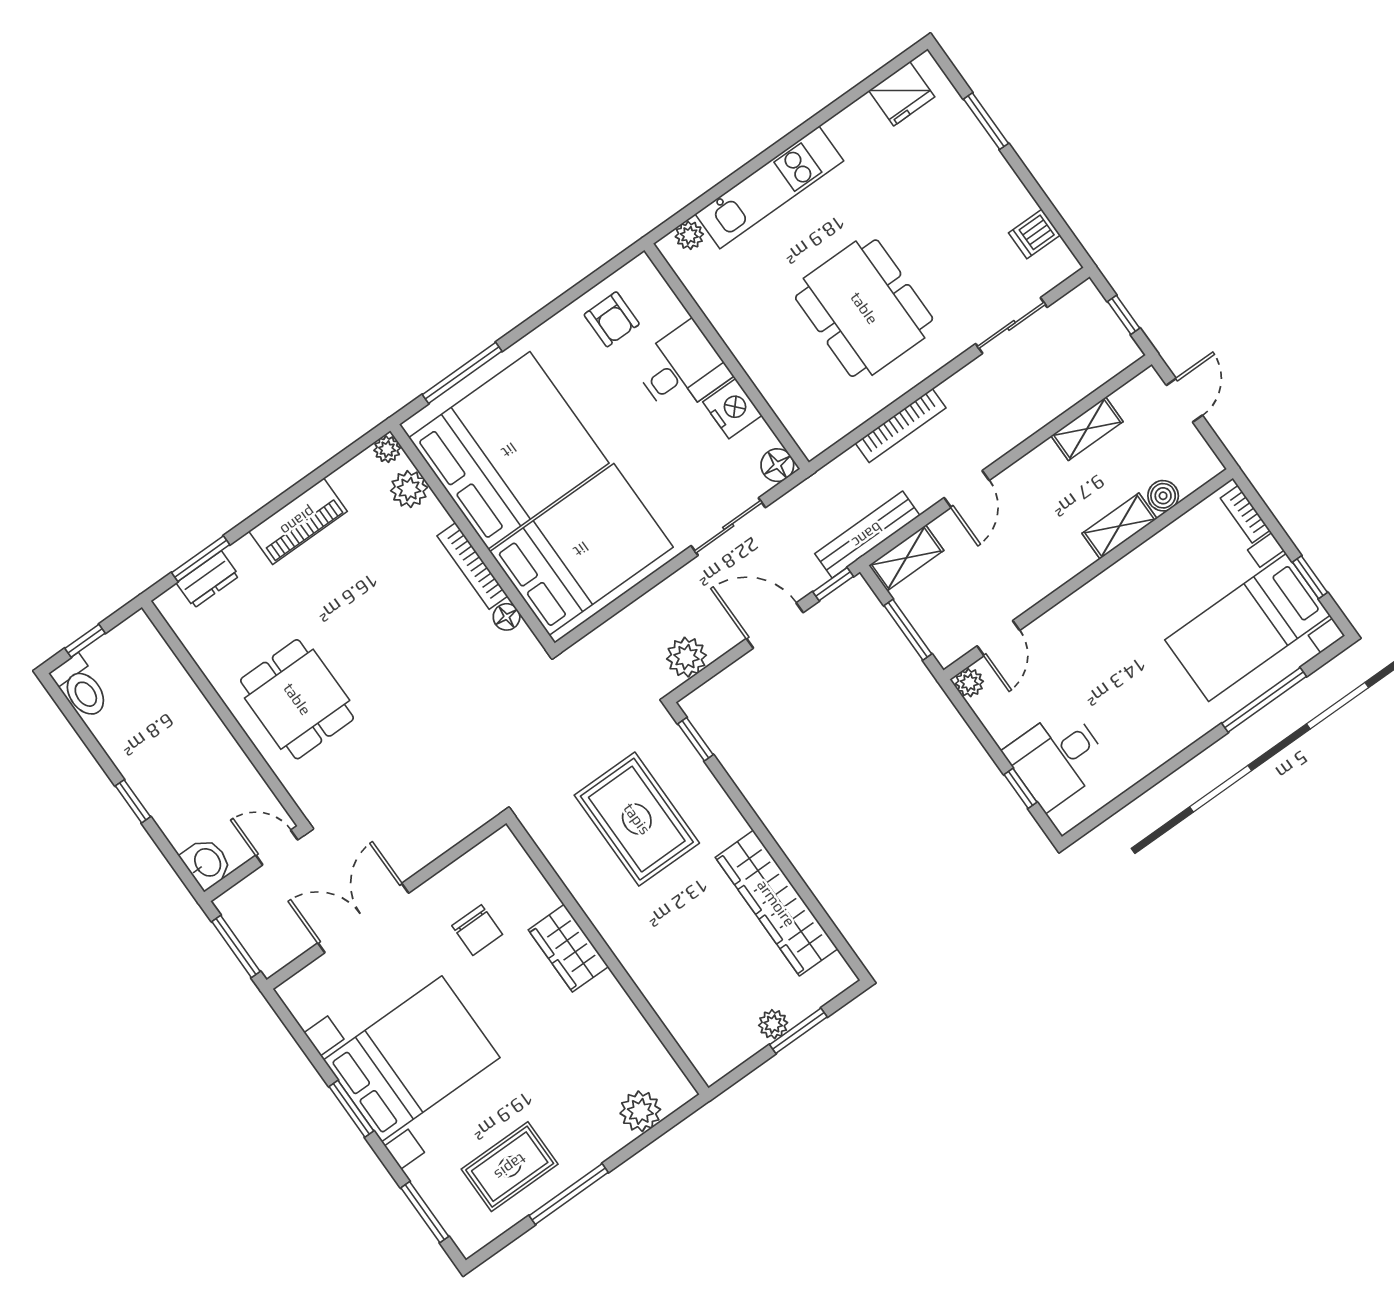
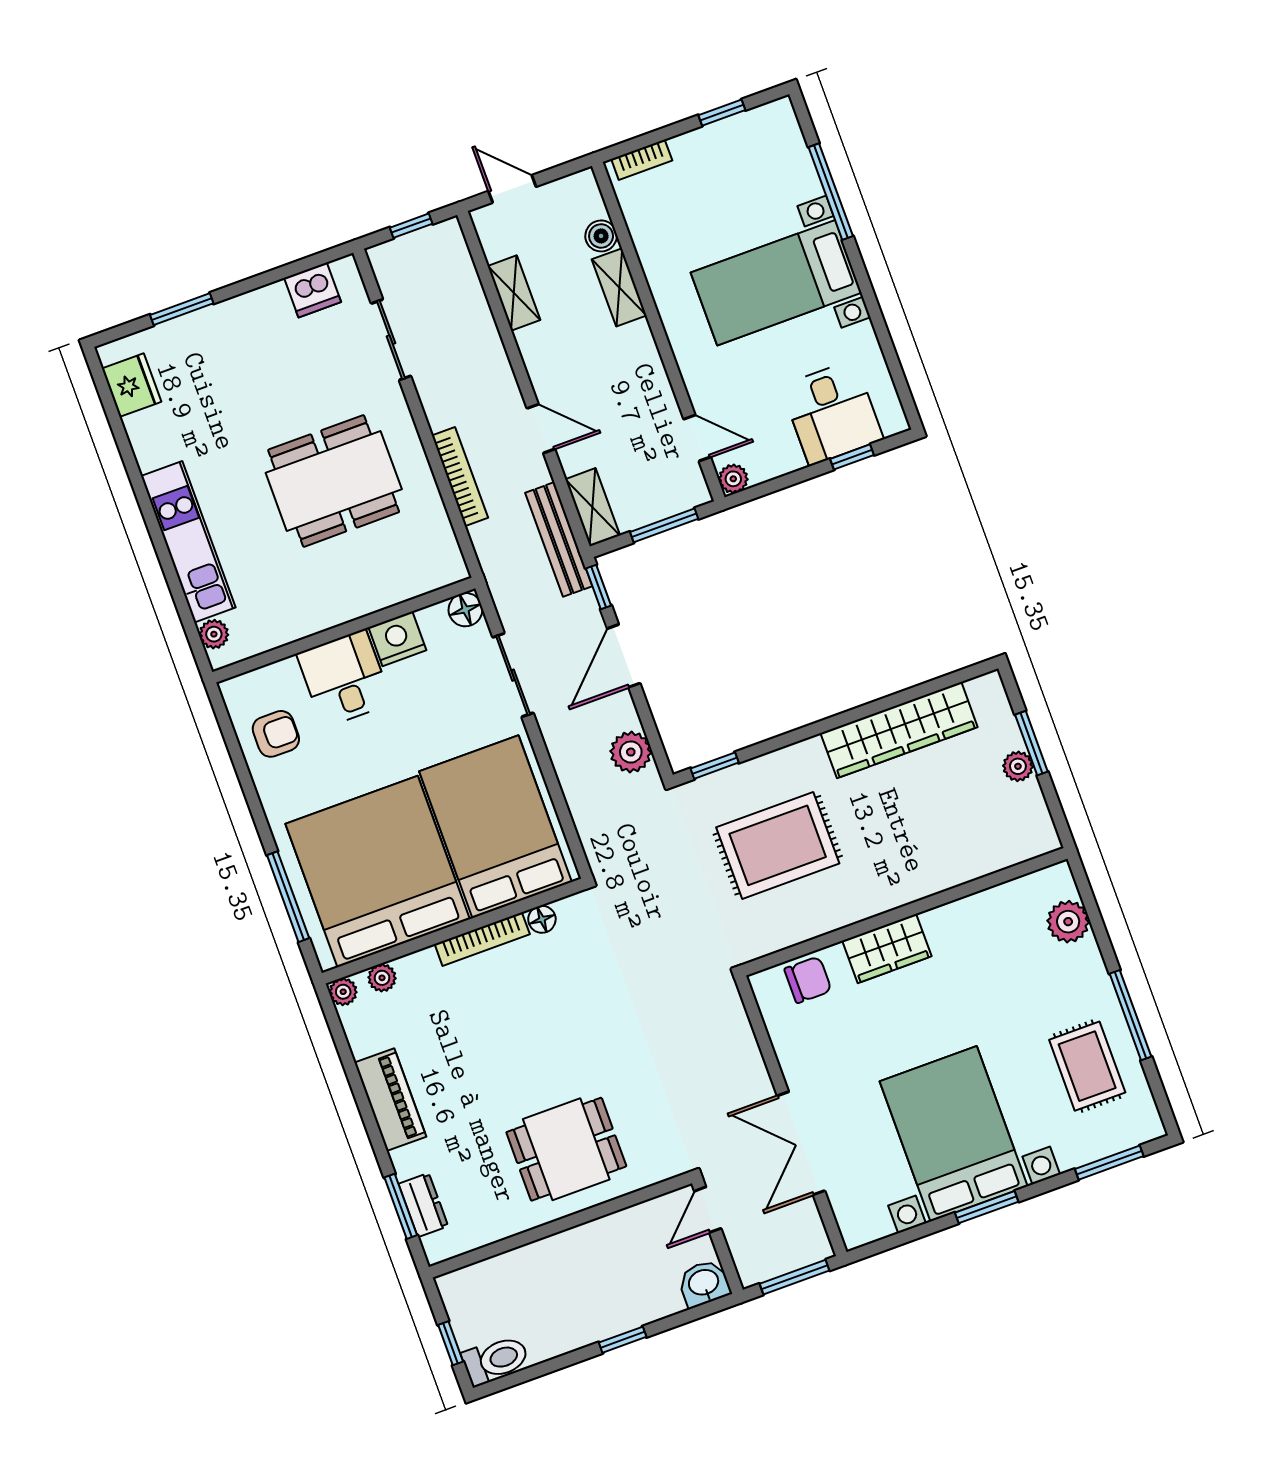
dishwasher: (1034, 234) -> (313, 290), width x1.38
plant: (409, 489) -> (382, 978), width x0.73, depth x0.73
bed with nightstands: (1247, 627) -> (776, 283), moved, turned 90
chair: (477, 930) -> (808, 980), moved

